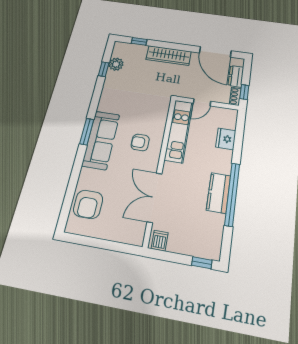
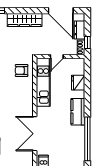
armchair: (140, 142) -> (22, 71), moved
kitchen counter: (219, 193) -> (78, 112), moved
window: (232, 194) -> (87, 139), moved

